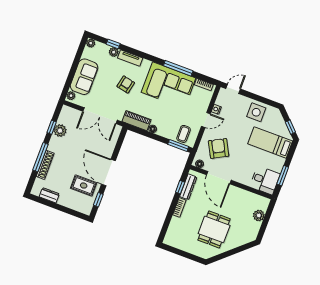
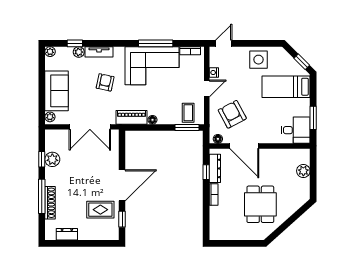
door: (108, 173) -> (122, 185), swing flipped

